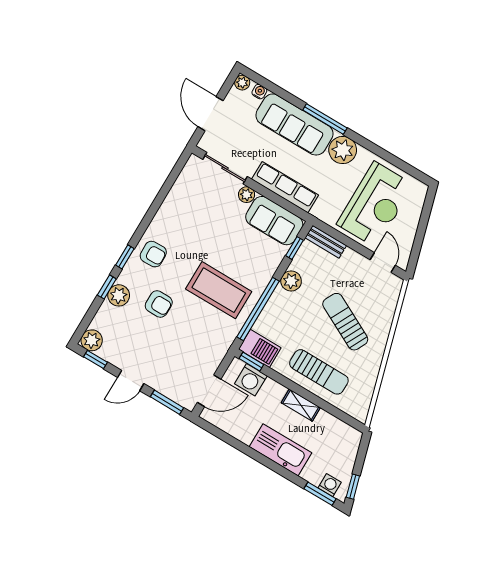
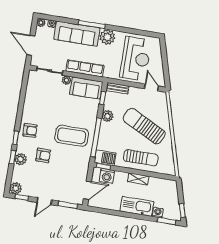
sun lounger: (345, 322) -> (144, 126), width x1.36, depth x1.34
washing machine: (330, 485) -> (158, 213), moved

